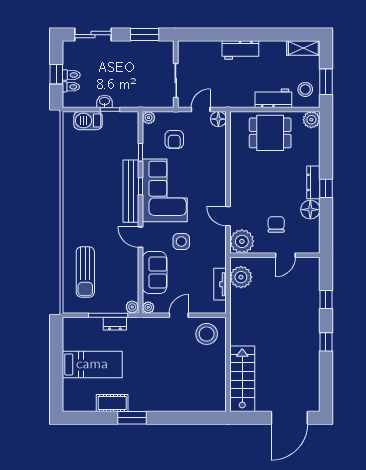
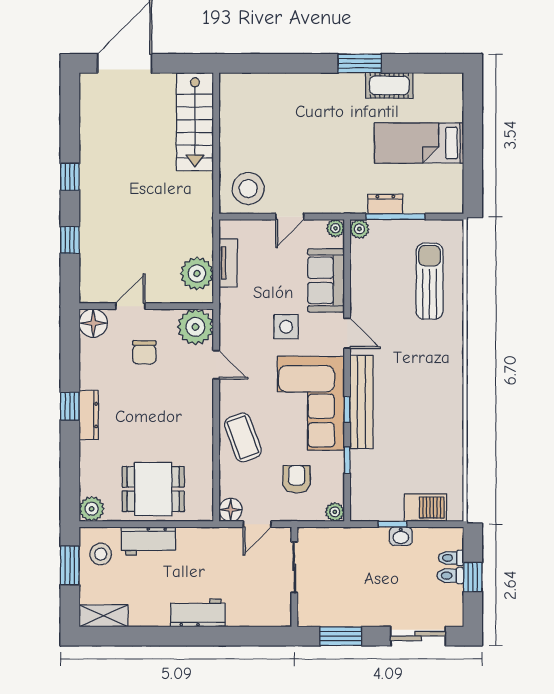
coffee table: (210, 167) -> (243, 437), added
floor lamp: (310, 210) -> (93, 323), moved

